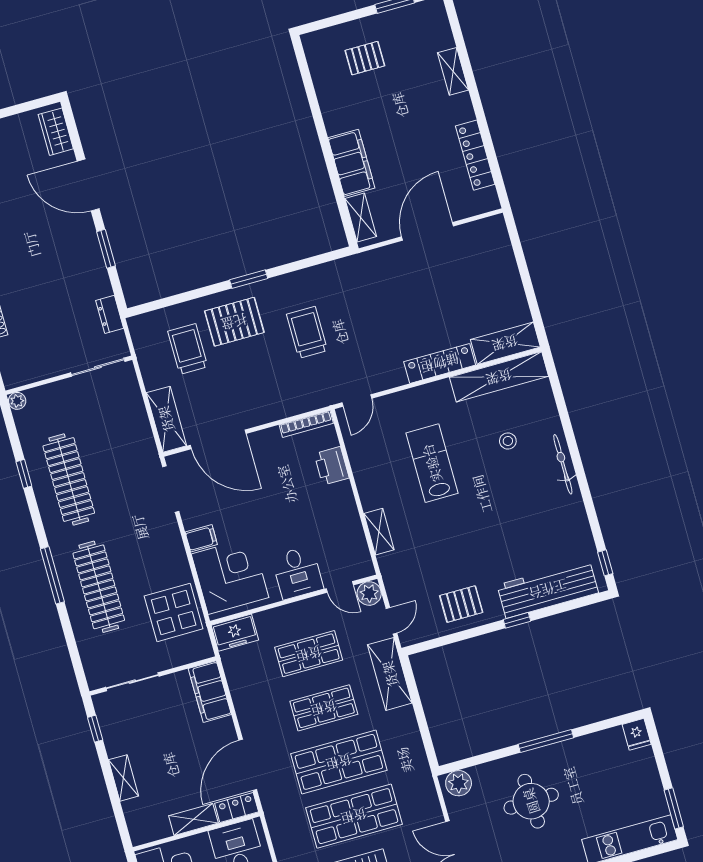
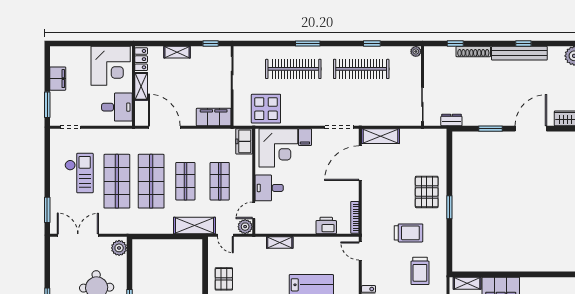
trolley: (188, 349) -> (420, 271), moved, turned 90
window: (52, 575) -> (308, 44), width x0.69
locker: (237, 808) -> (141, 59), moved

